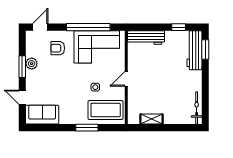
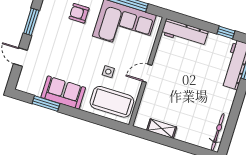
plant: (32, 64) -> (43, 22), removed
sofa: (42, 115) -> (63, 92), moved
window: (87, 128) -> (46, 104), moved

